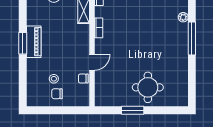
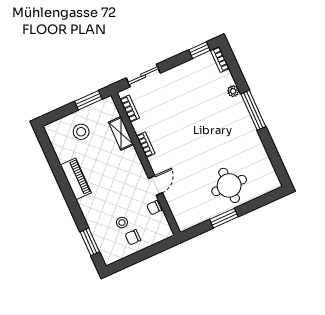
piano: (34, 42) -> (76, 179), moved
window: (23, 43) -> (90, 242), moved

